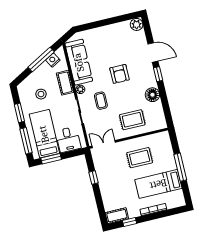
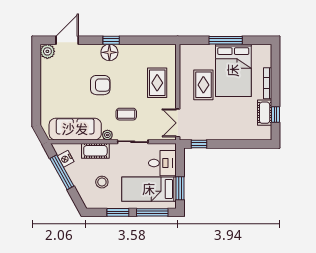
door: (153, 53) -> (67, 40), moved
floor lamp: (152, 95) -> (109, 52), moved
window: (93, 177) -> (199, 144), moved
bed: (158, 184) -> (233, 70), width x1.50
cot: (117, 216) -> (265, 113), moved

